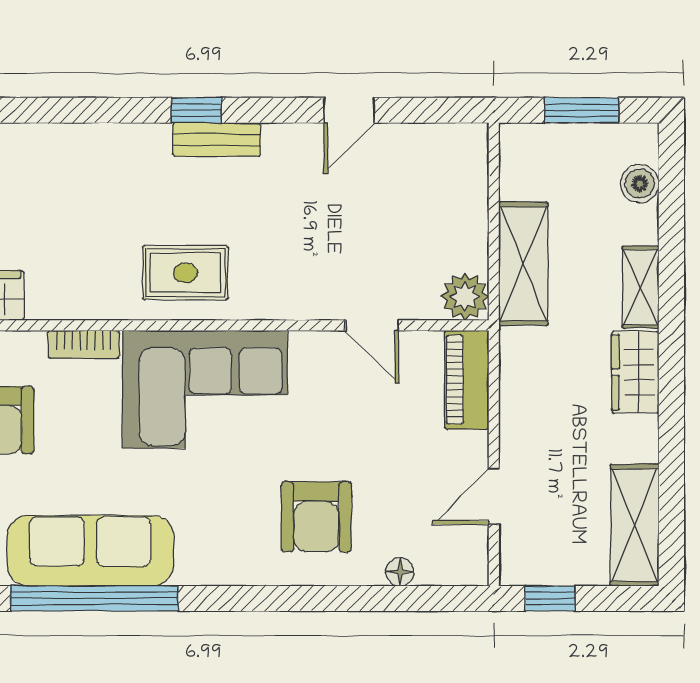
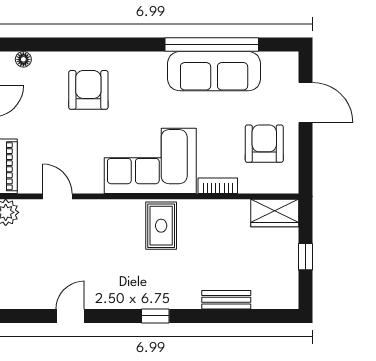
bench: (217, 140) -> (226, 300), moved
rug: (185, 273) -> (161, 226), turned 90
floor lamp: (400, 572) -> (23, 59), moved

